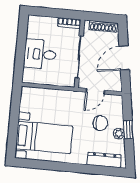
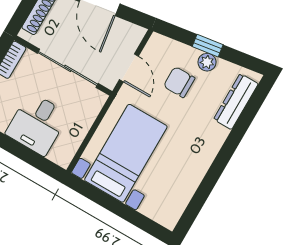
chair: (100, 123) -> (179, 82), turned -90
bed with nightstands: (44, 137) -> (126, 153), moved

